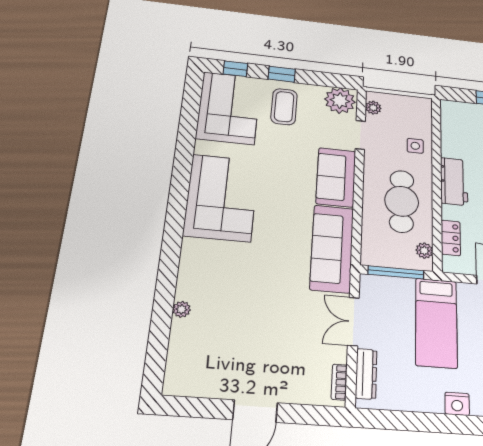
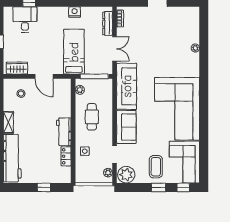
corner sofa: (221, 197) -> (177, 109), width x1.36, depth x1.36
cafe table: (402, 201) -> (92, 117), width x0.73, depth x0.74
locker: (451, 238) -> (66, 156), moved
nightstand: (457, 404) -> (75, 12), moved

